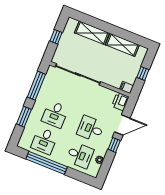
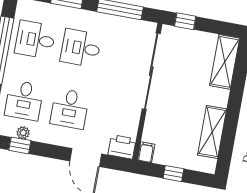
shelving: (92, 33) -> (225, 62), moved
window: (56, 37) -> (185, 21), moved
desk: (91, 129) -> (70, 109), turned 180
window: (114, 145) -> (20, 145), moved

